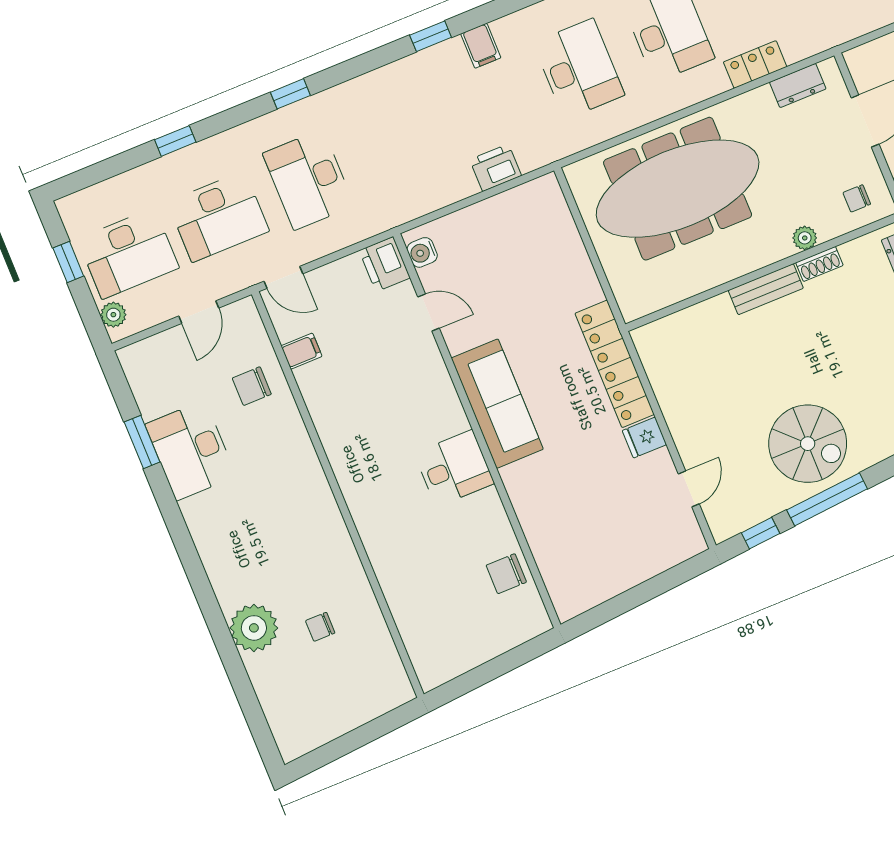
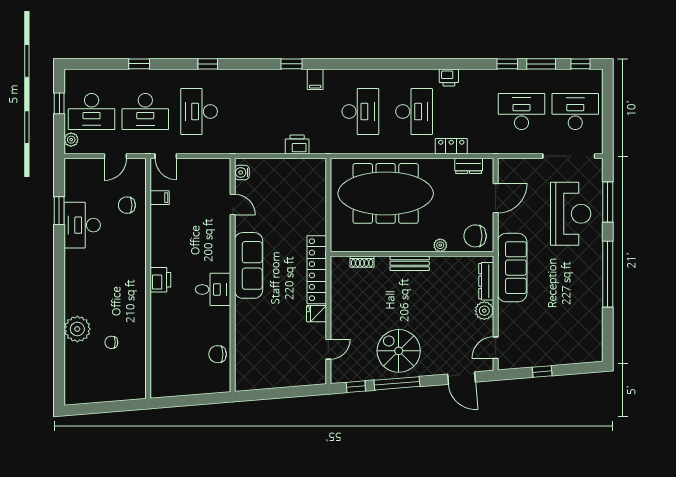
chair: (857, 198) -> (475, 236), width x1.87, depth x1.87
printer: (385, 264) -> (160, 280), moved, turned 180
shoe rack: (819, 264) -> (362, 262), moved
spiral stairs: (808, 444) -> (399, 351), turned 180

